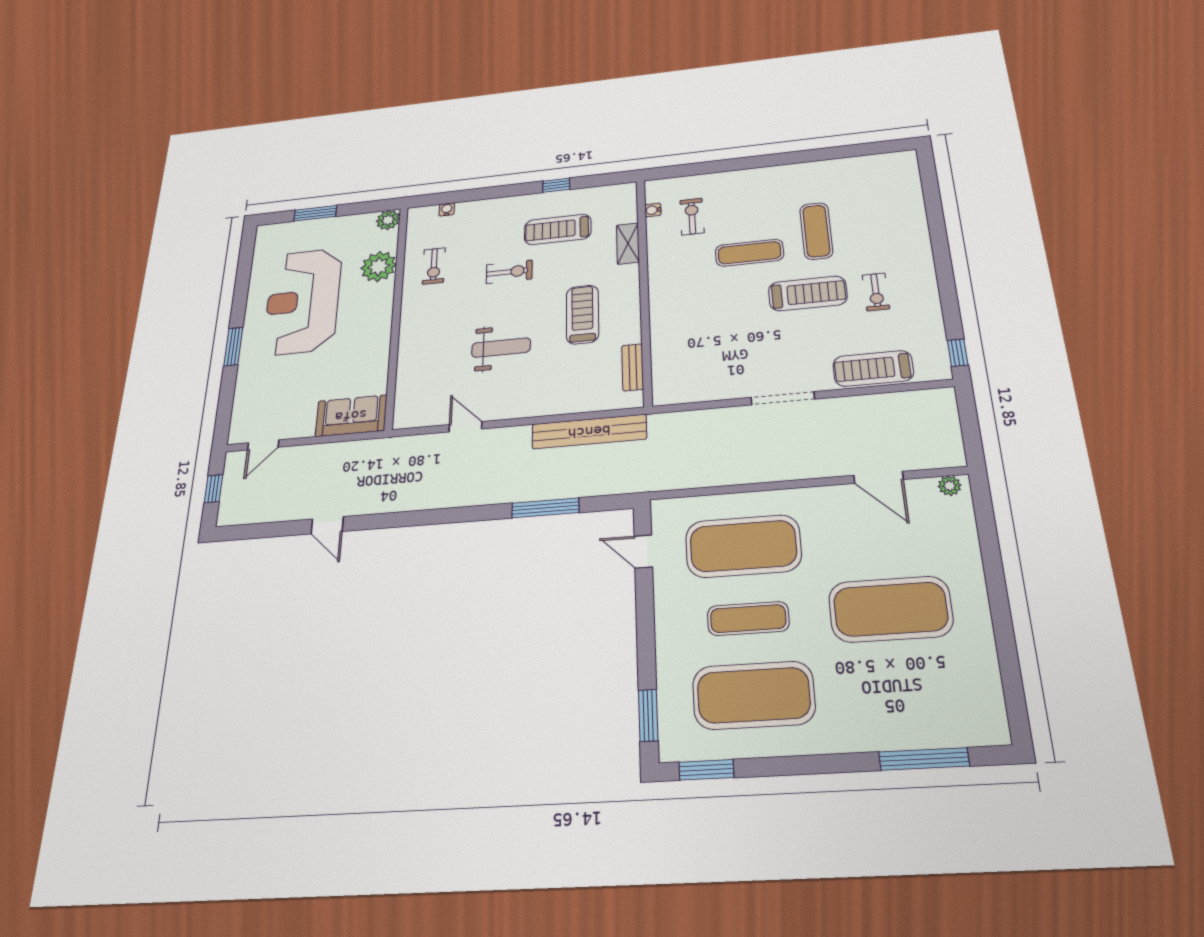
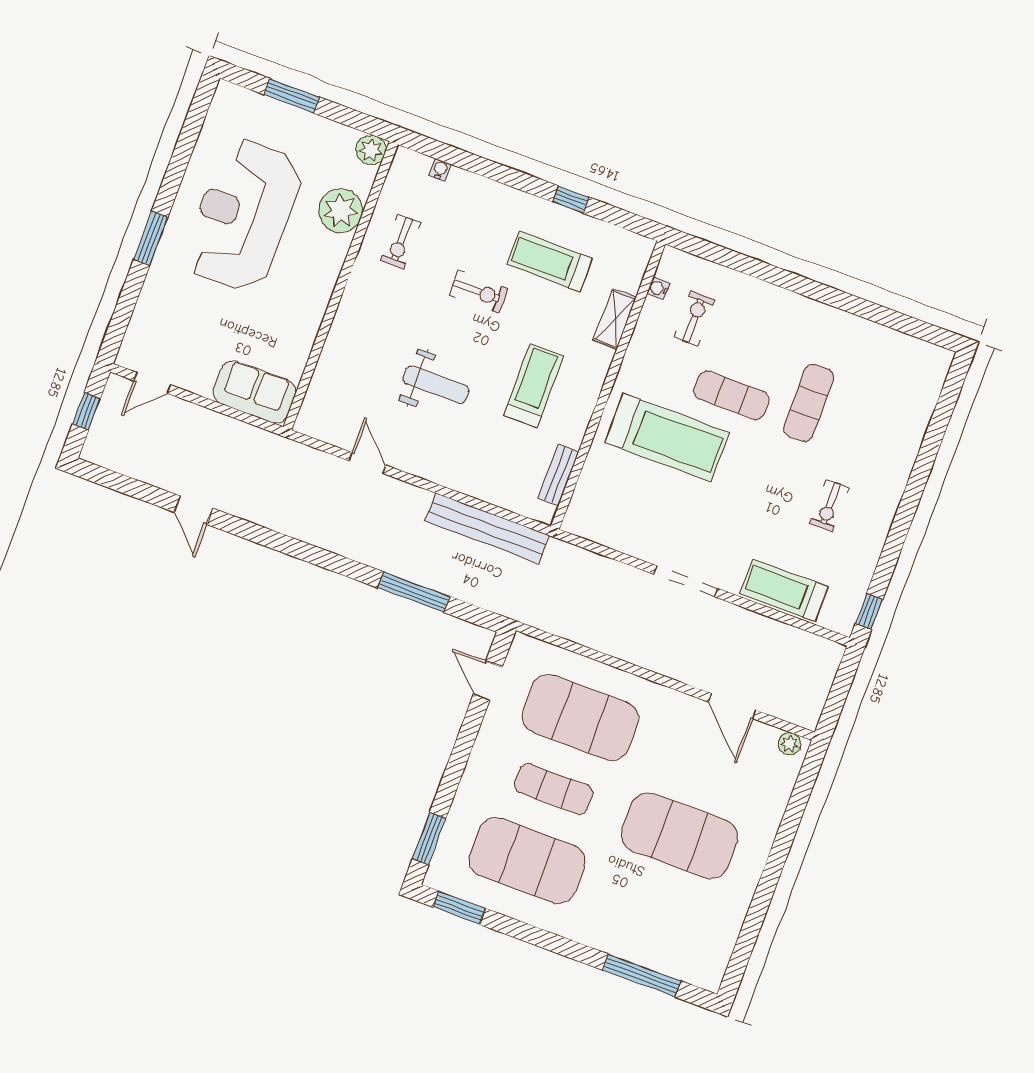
treadmill: (808, 293) -> (667, 438), moved, width x1.37, depth x1.38

